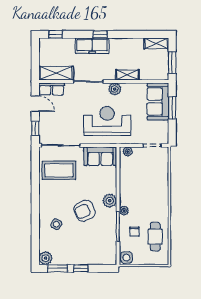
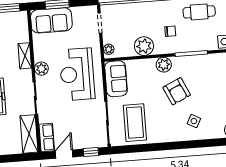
plant: (124, 211) -> (144, 46), moved, width x1.88, depth x1.88
chair: (134, 231) -> (170, 31), moved

